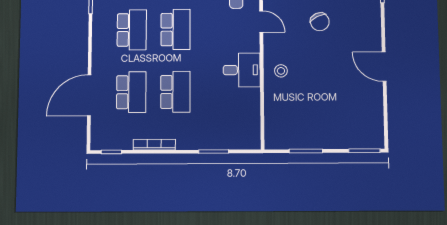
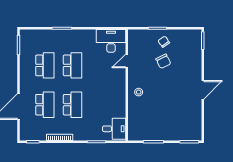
door: (261, 22) -> (127, 61), swing flipped
door: (384, 67) -> (203, 90), swing flipped
desk: (242, 70) -> (114, 129), moved

